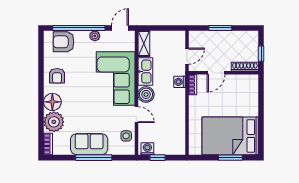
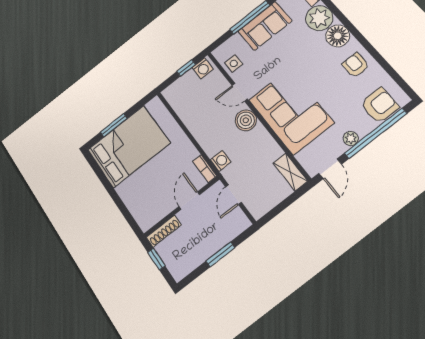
kitchen sink: (145, 71) -> (265, 143), removed

